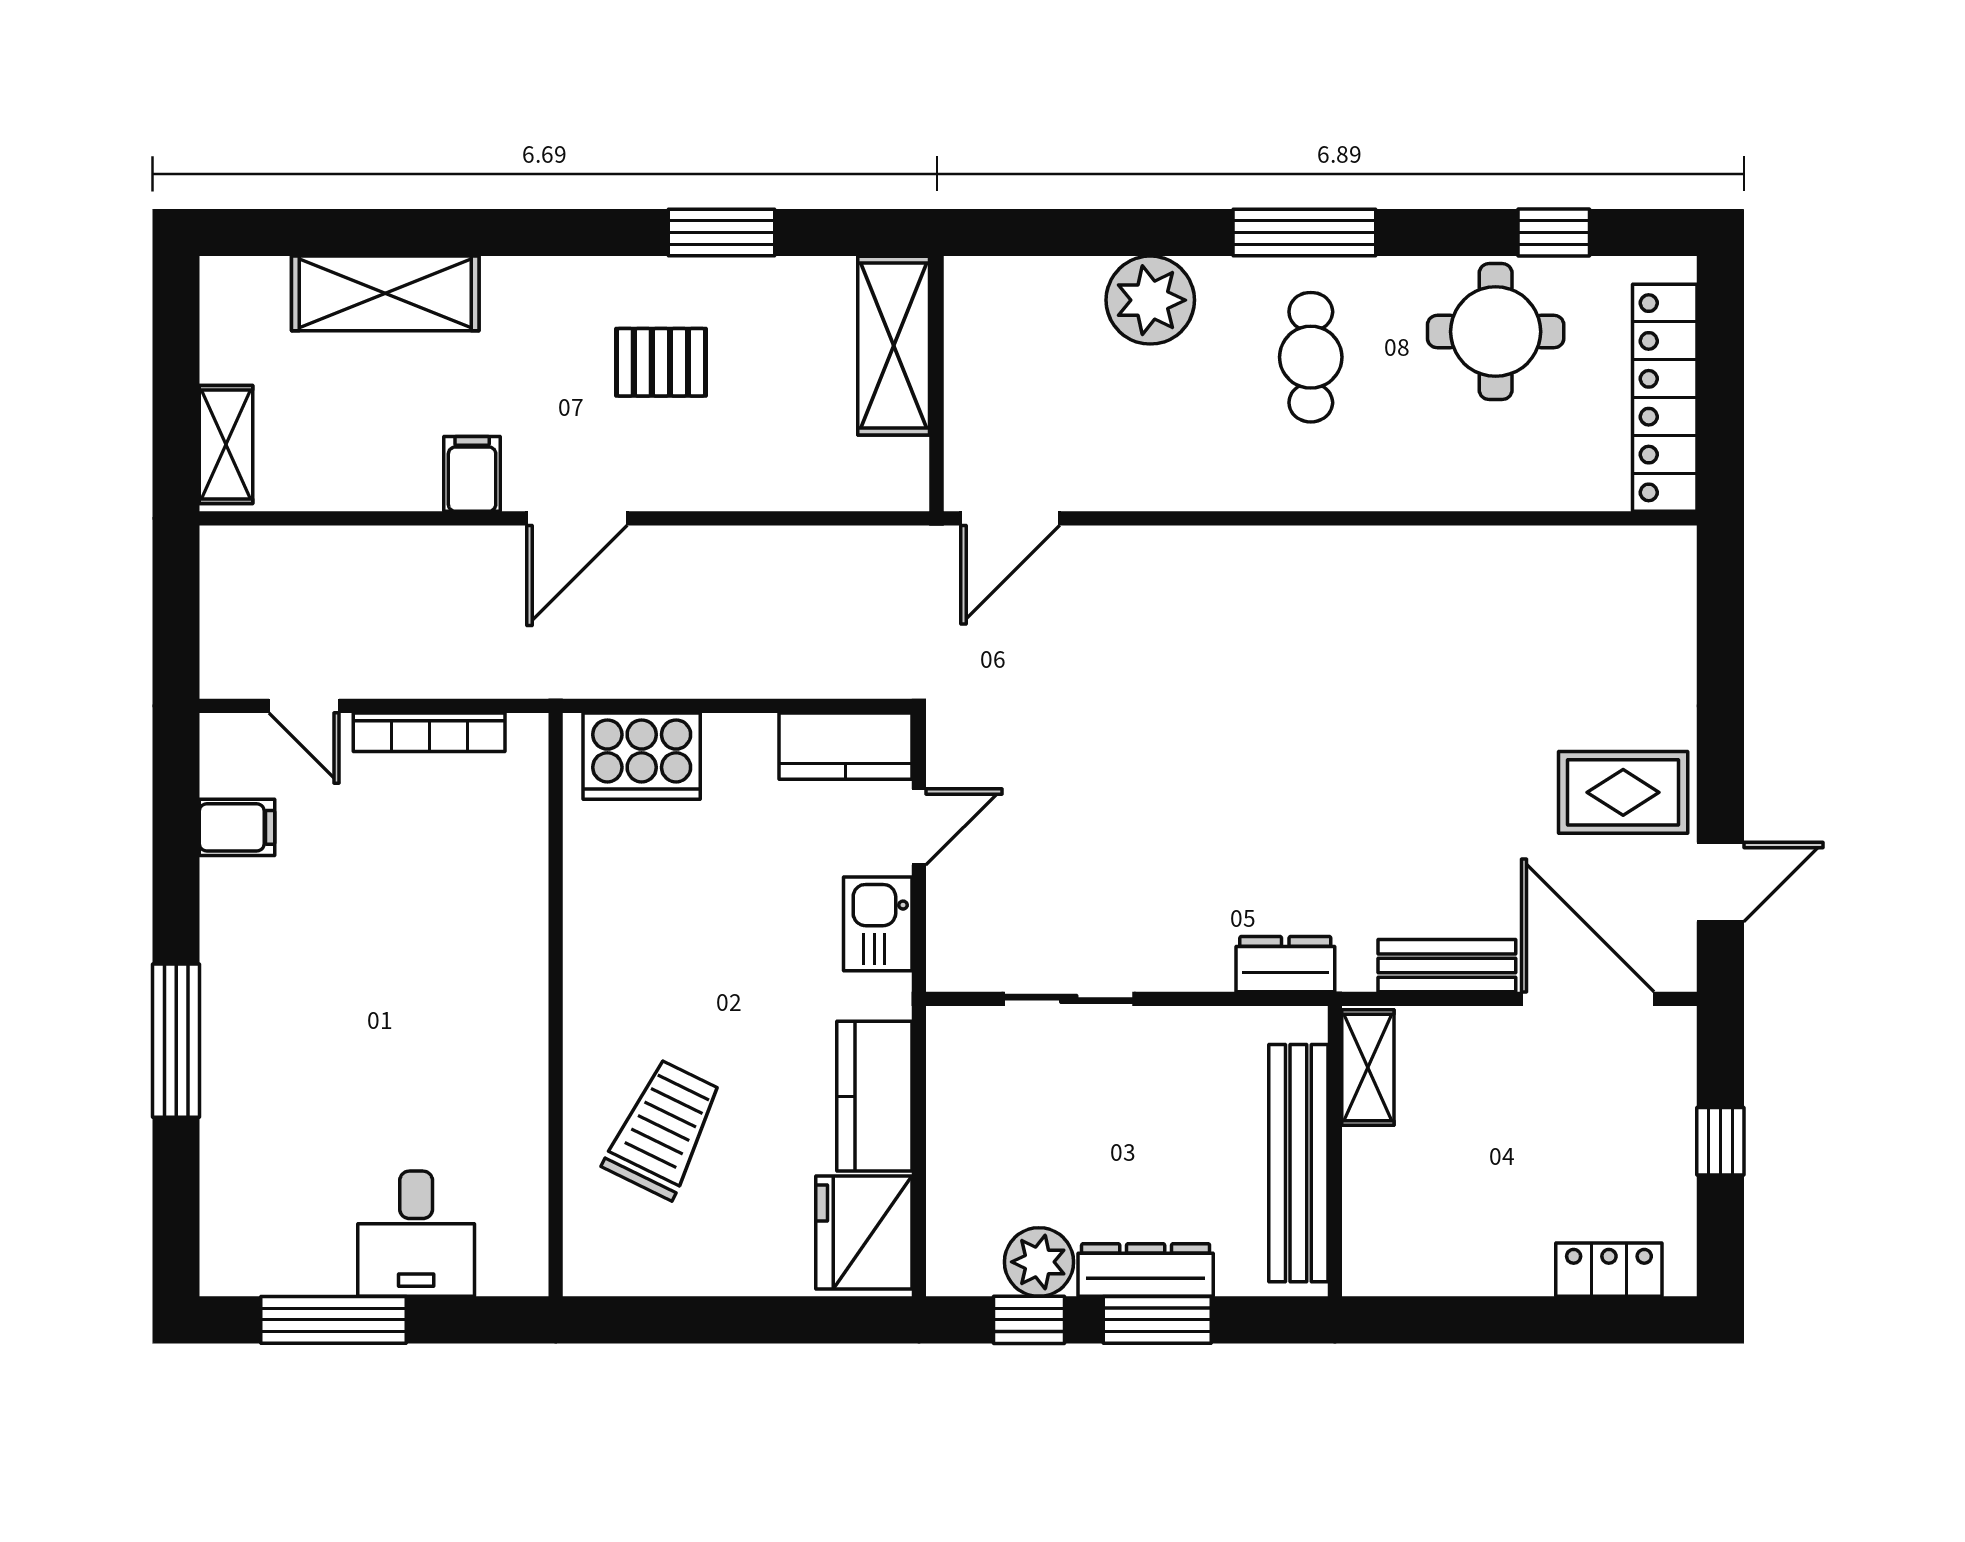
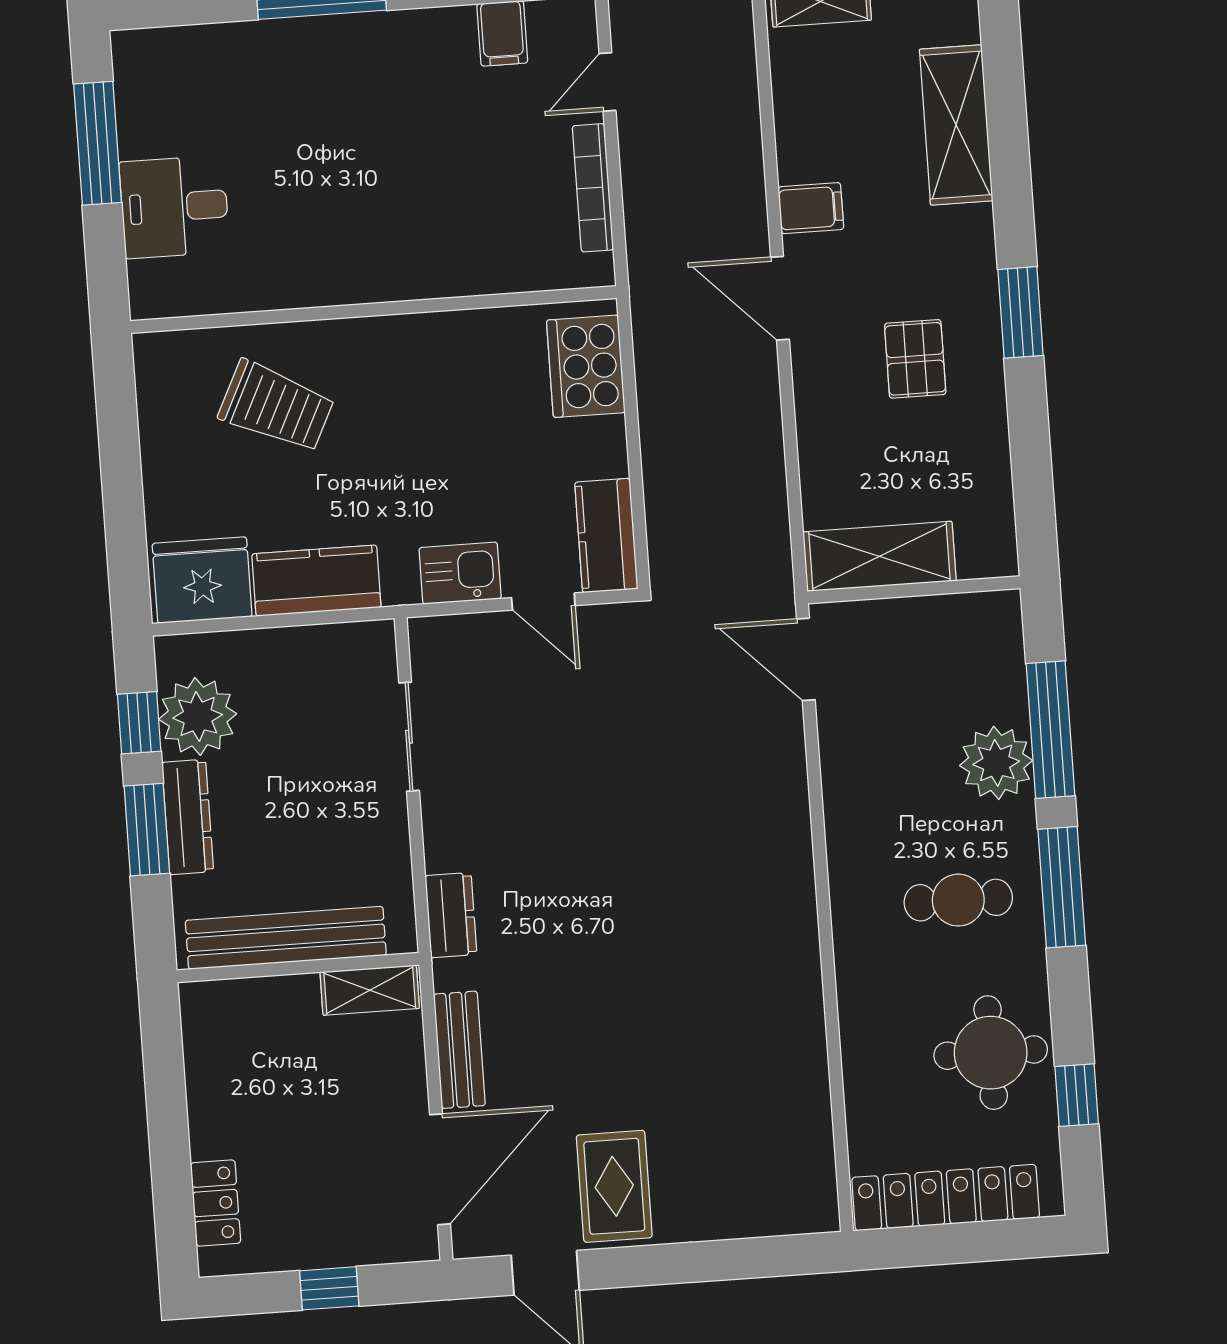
window: (722, 233) -> (1021, 312), moved
window: (1115, 233) -> (1050, 730), added
shelving: (894, 346) -> (879, 556), moved
plant: (1039, 1262) -> (198, 716), width x1.36, depth x1.36

